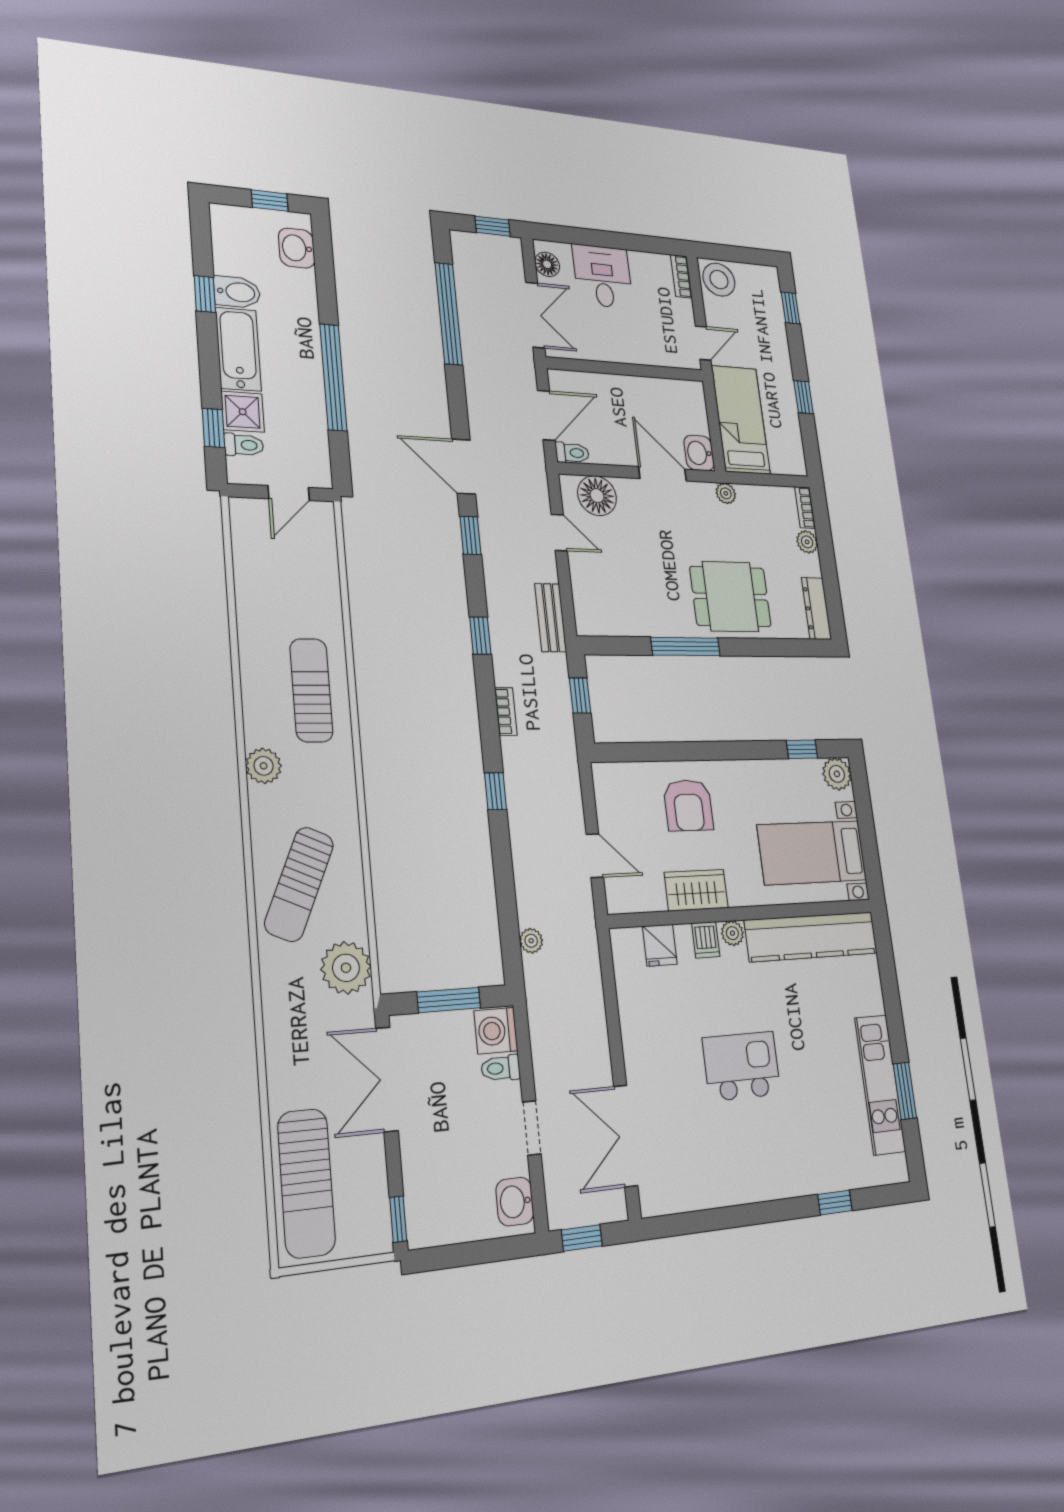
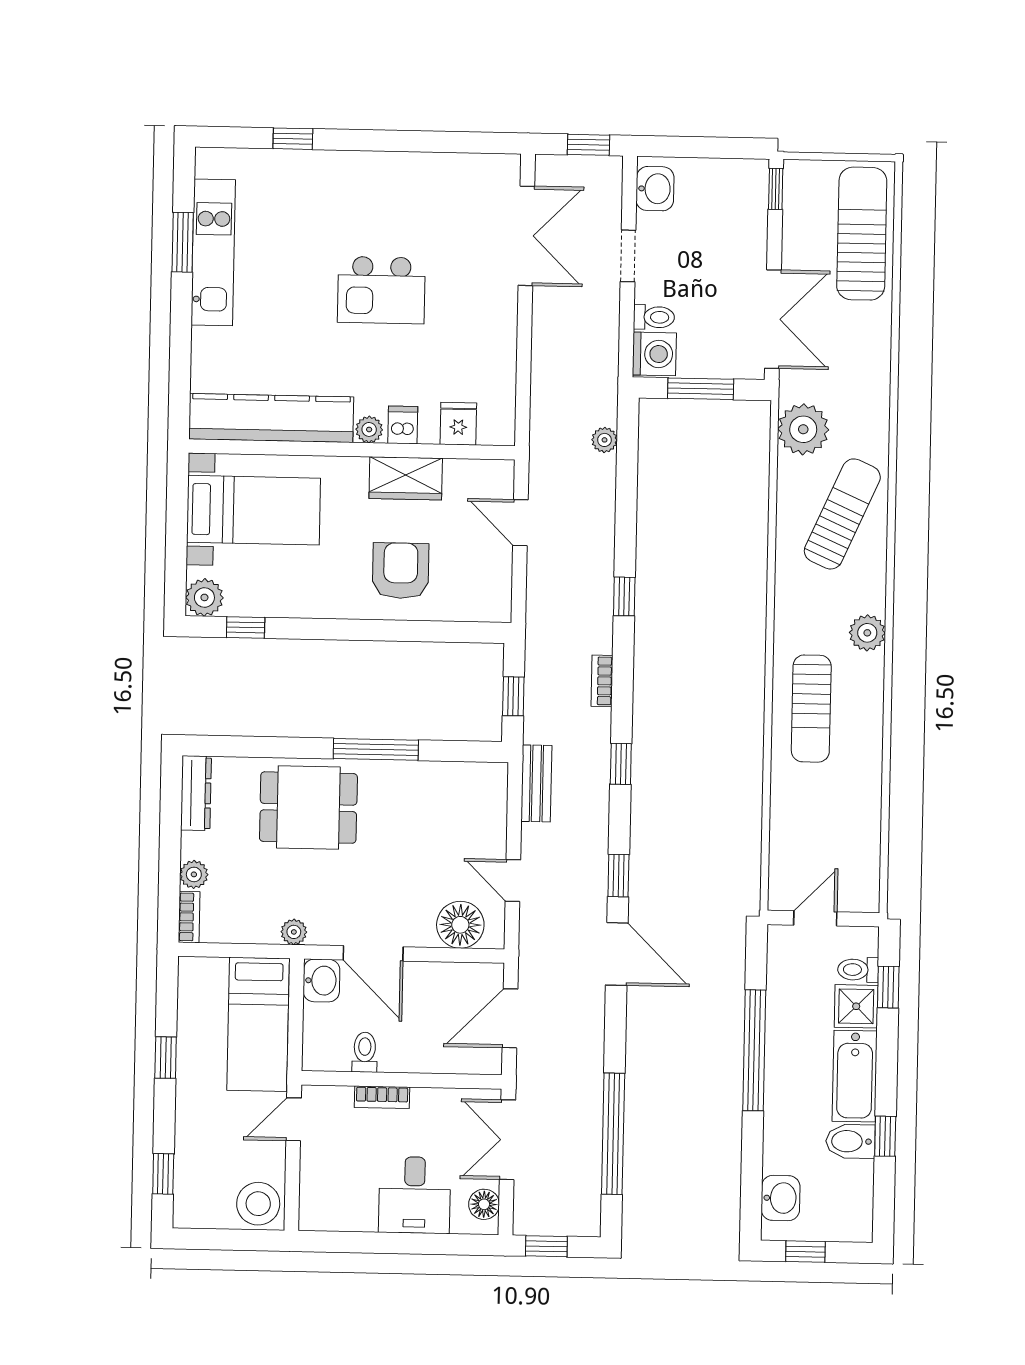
bookcase: (681, 276) -> (382, 1097), moved, turned 90
toilet: (572, 453) -> (365, 1052), moved, turned 90

